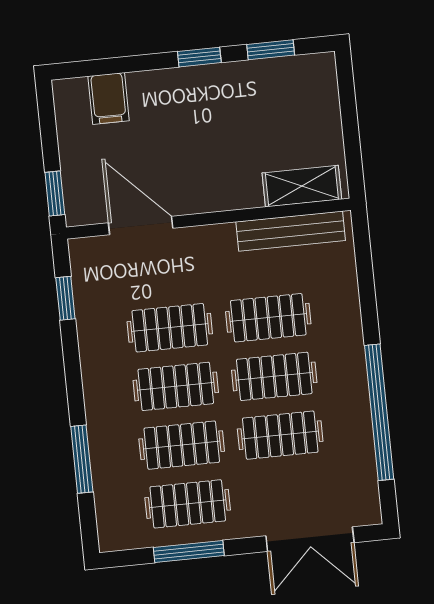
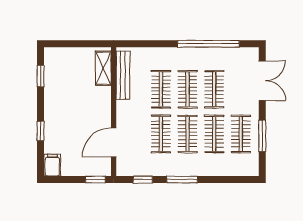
window: (199, 57) -> (41, 131), moved
filing cabinet: (109, 98) -> (52, 165), moved, turned -90
window: (82, 459) -> (182, 180), moved

